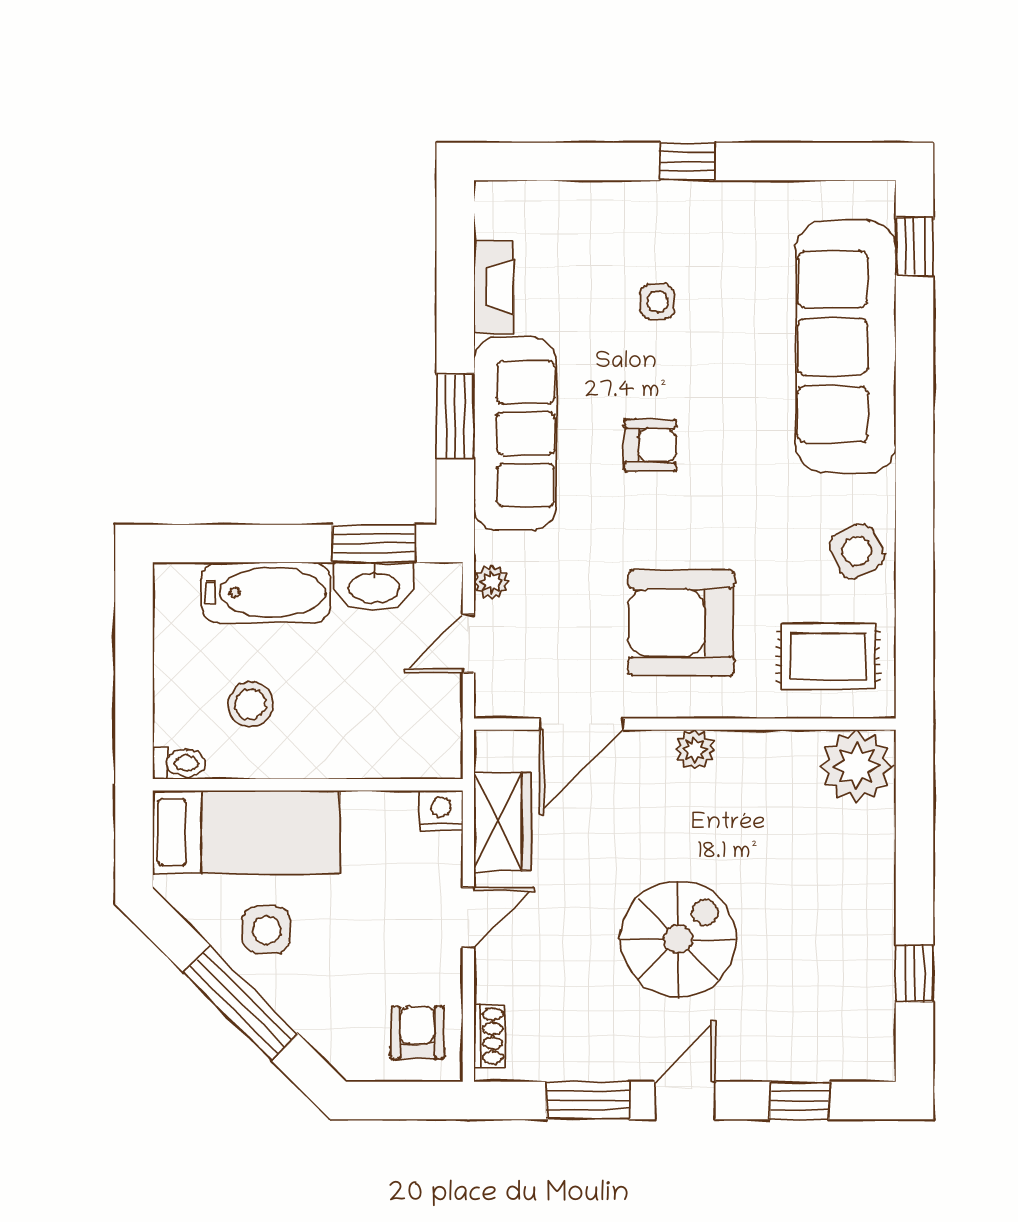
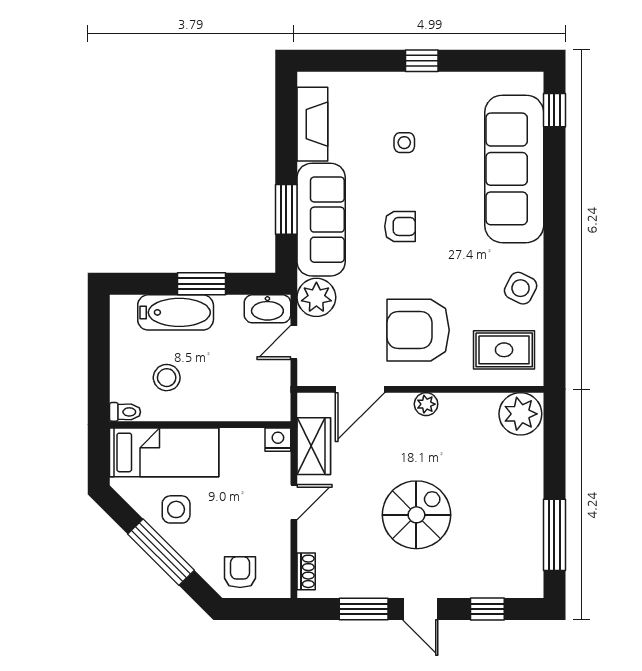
fireplace: (494, 287) -> (312, 124), width x1.37, depth x1.32
window: (374, 543) -> (202, 284), moved
side table: (857, 551) -> (521, 288), turned -38
plant: (492, 582) -> (316, 297), width x1.87, depth x1.87
washbasin: (374, 586) -> (267, 309), moved
window: (914, 973) -> (554, 535), width x2.17
armchair: (417, 1033) -> (240, 572), moved
door: (685, 1100) -> (420, 609), swing flipped

